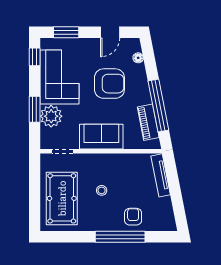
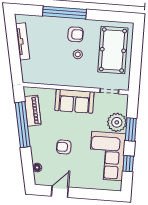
window: (66, 32) -> (98, 194), removed
window: (35, 57) -> (128, 164), moved
armchair: (109, 84) -> (64, 147), width x0.53, depth x0.53
tv unit: (161, 175) -> (23, 41), moved
armchair: (133, 217) -> (76, 34), moved, turned -90

